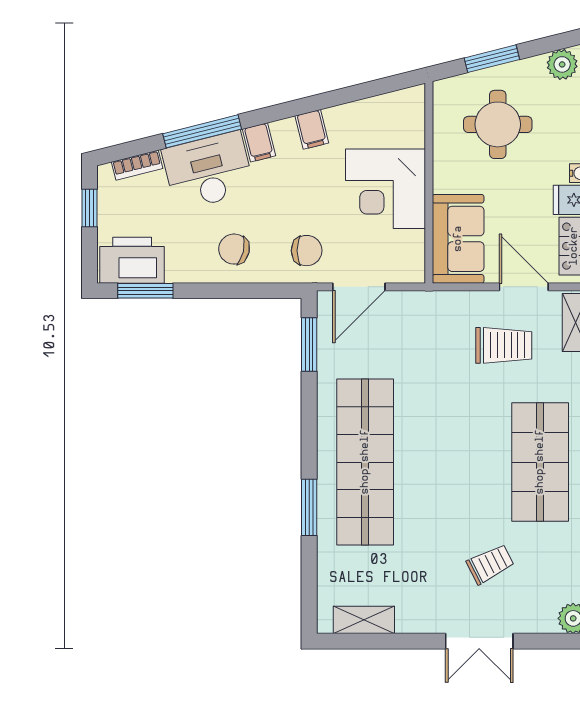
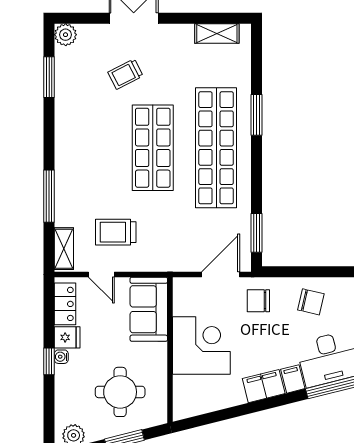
filing cabinet: (312, 129) -> (264, 386), width x2.00
door: (524, 287) -> (101, 274), width x0.73
shop shelf: (540, 462) -> (153, 148), moved

